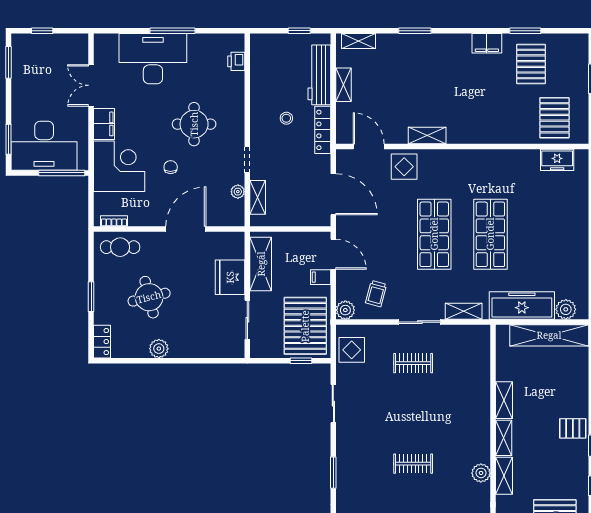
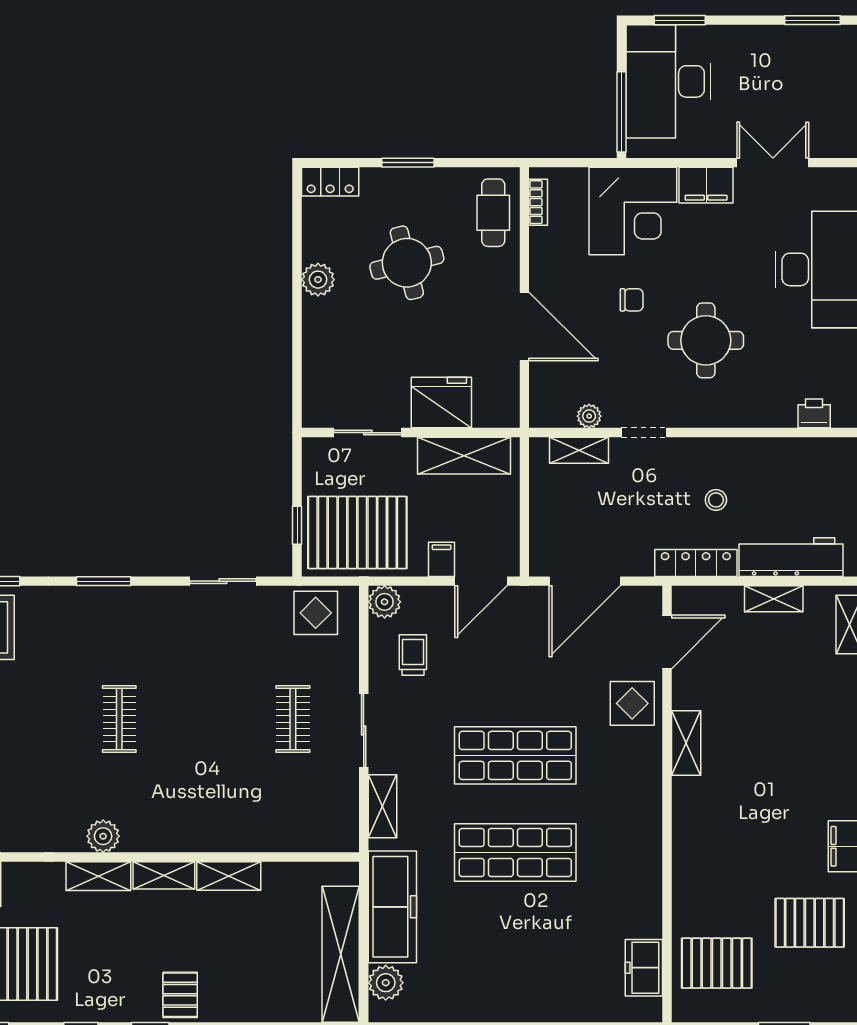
trolley: (376, 294) -> (413, 655), turned 75

